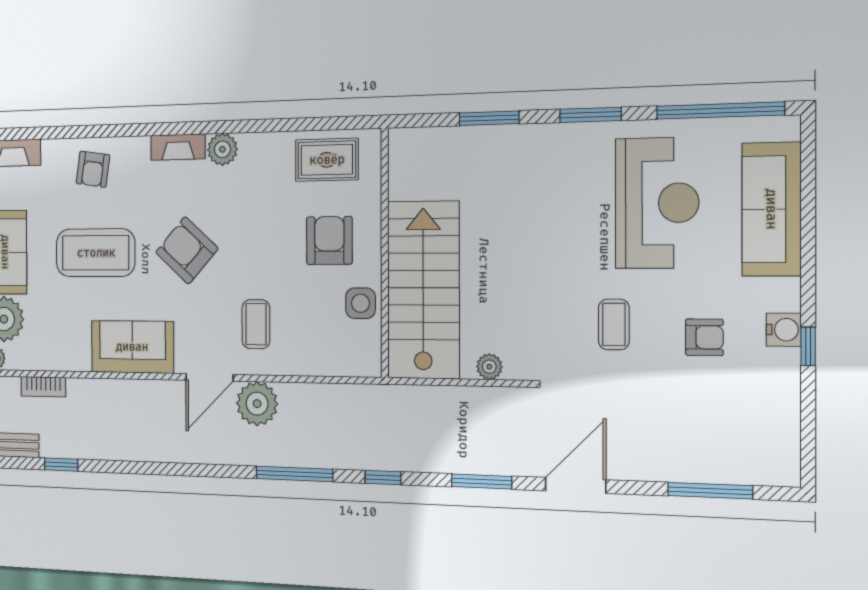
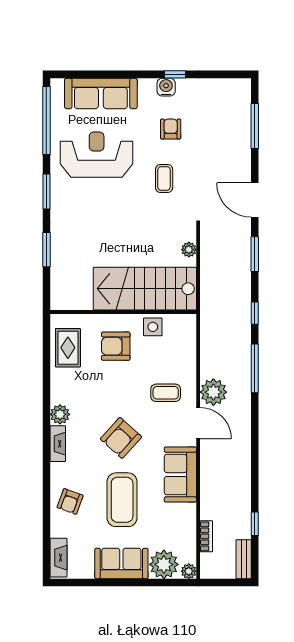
armchair: (93, 169) -> (70, 501), turned 102
coffee table: (614, 324) -> (164, 178), turned 90

